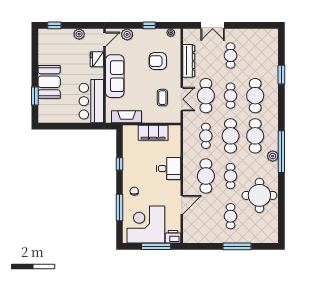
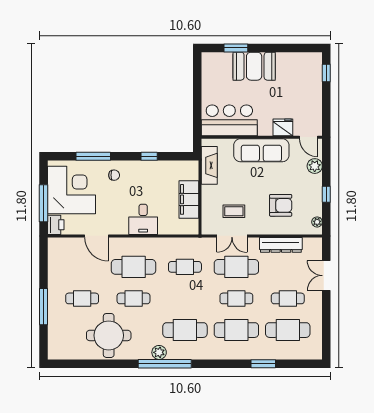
plant: (79, 34) -> (315, 105), removed
armchair: (158, 61) -> (281, 205), turned 90
cafe table: (231, 136) -> (288, 330), moved

